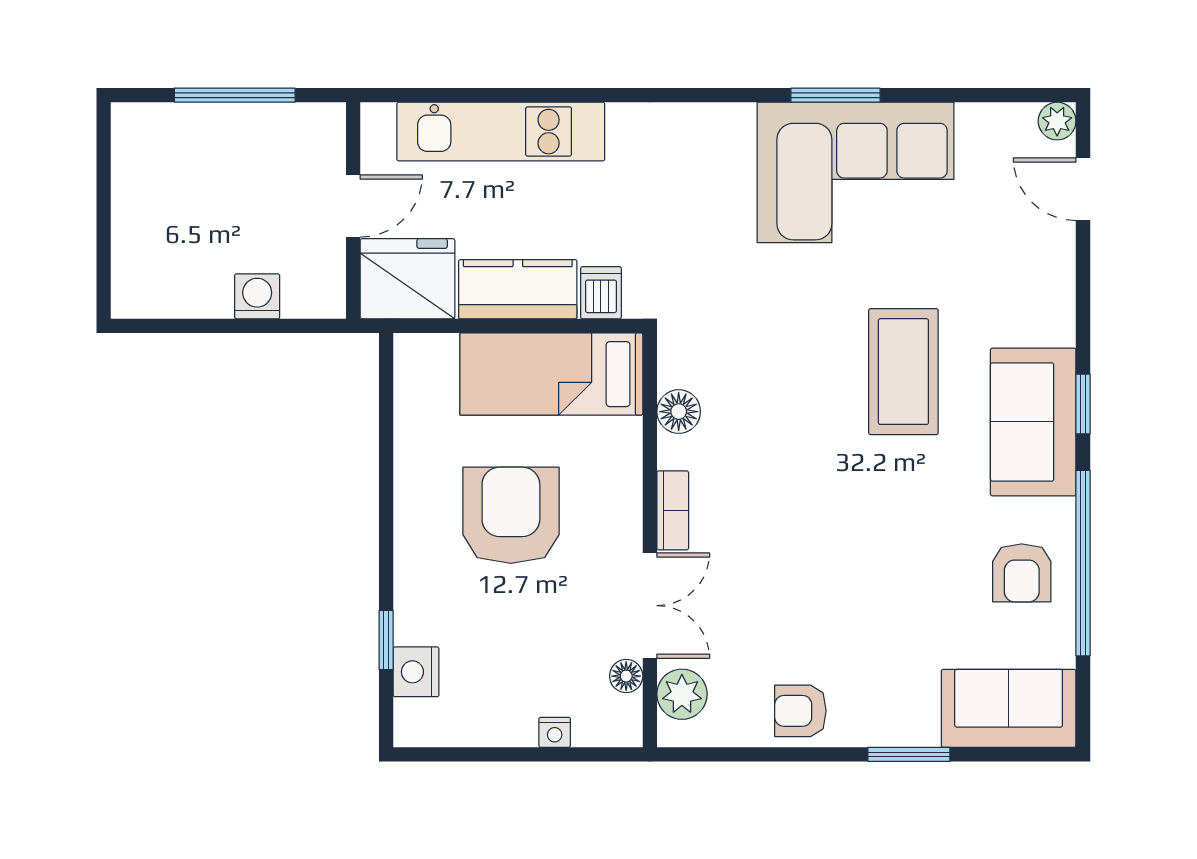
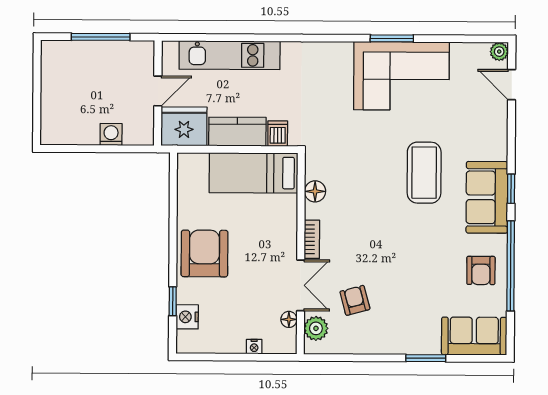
armchair: (511, 515) -> (204, 253), moved
armchair: (800, 711) -> (355, 300), moved, turned 75

